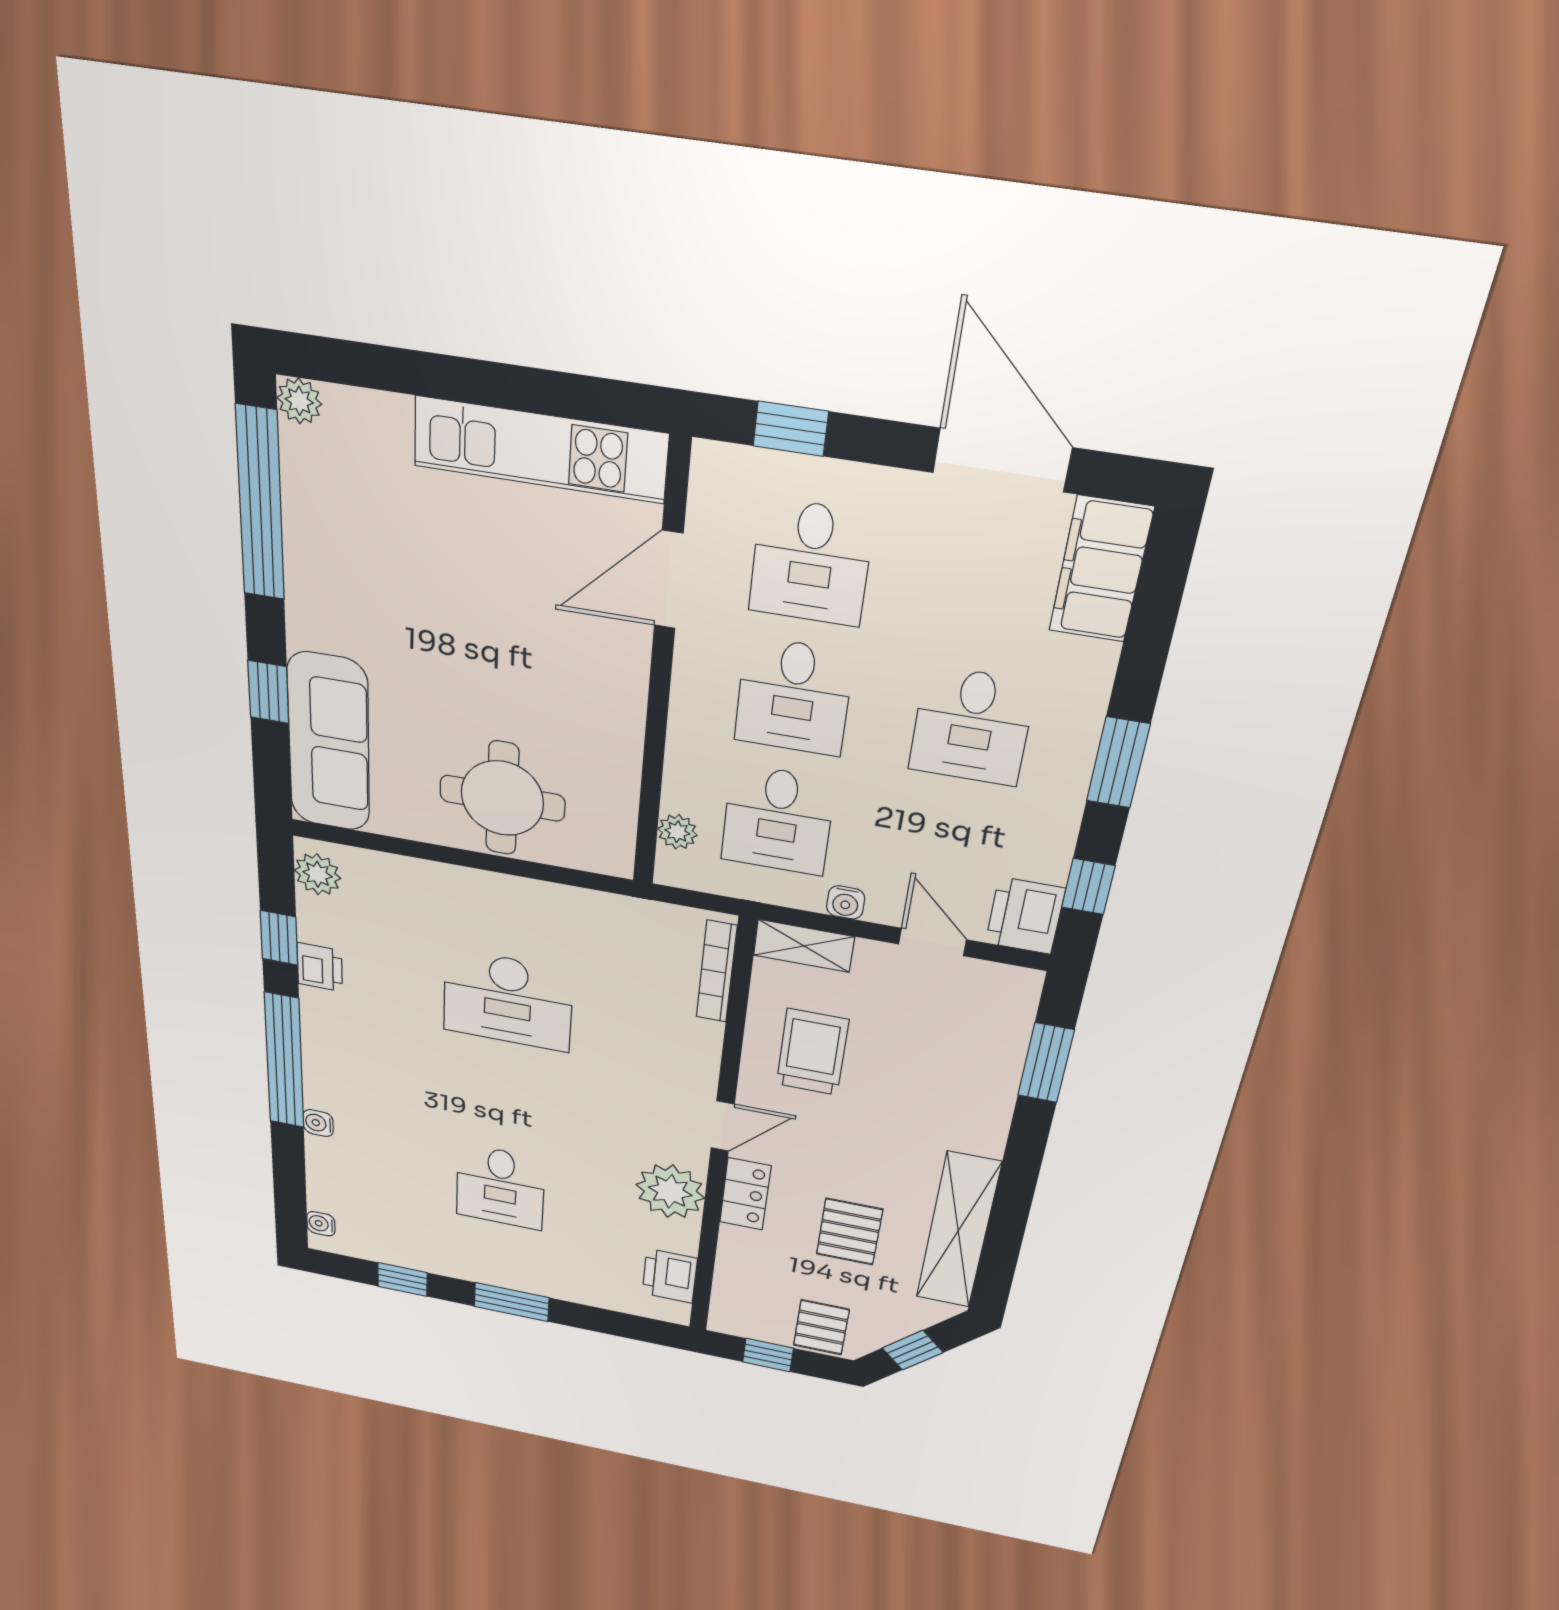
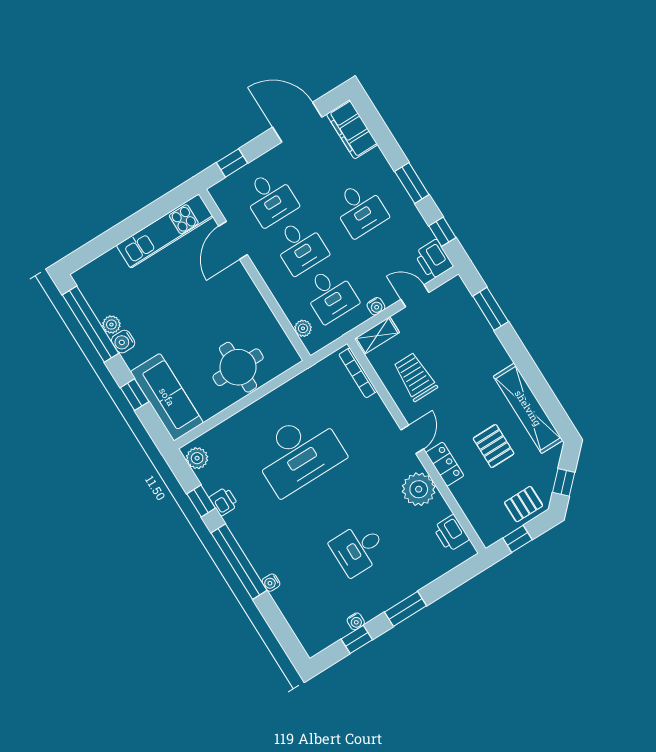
plant: (299, 401) -> (111, 325), moved
water cooler: (307, 586) -> (123, 342), added
desk: (508, 1000) -> (299, 453), width x1.36, depth x1.30
desk: (500, 1187) -> (358, 549), turned 90
water cooler: (321, 1224) -> (356, 621), moved, turned -90
pallet: (821, 1327) -> (524, 504), turned 90

